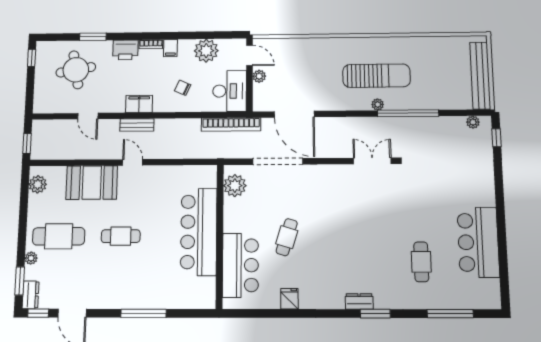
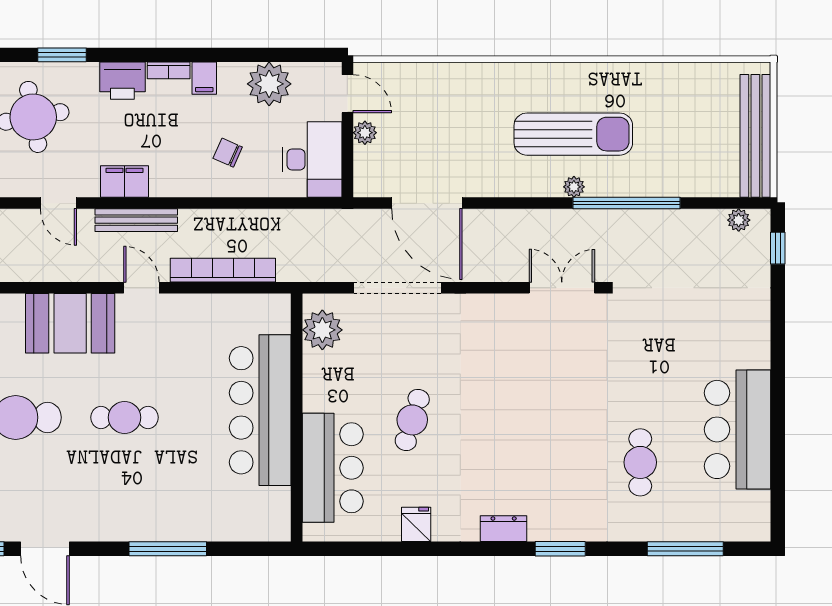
filing cabinet: (139, 104) -> (125, 182), moved
bookcase: (231, 124) -> (223, 270), moved, turned 180
bench: (137, 125) -> (136, 220), width x1.36
dresser: (359, 301) -> (504, 529), moved

